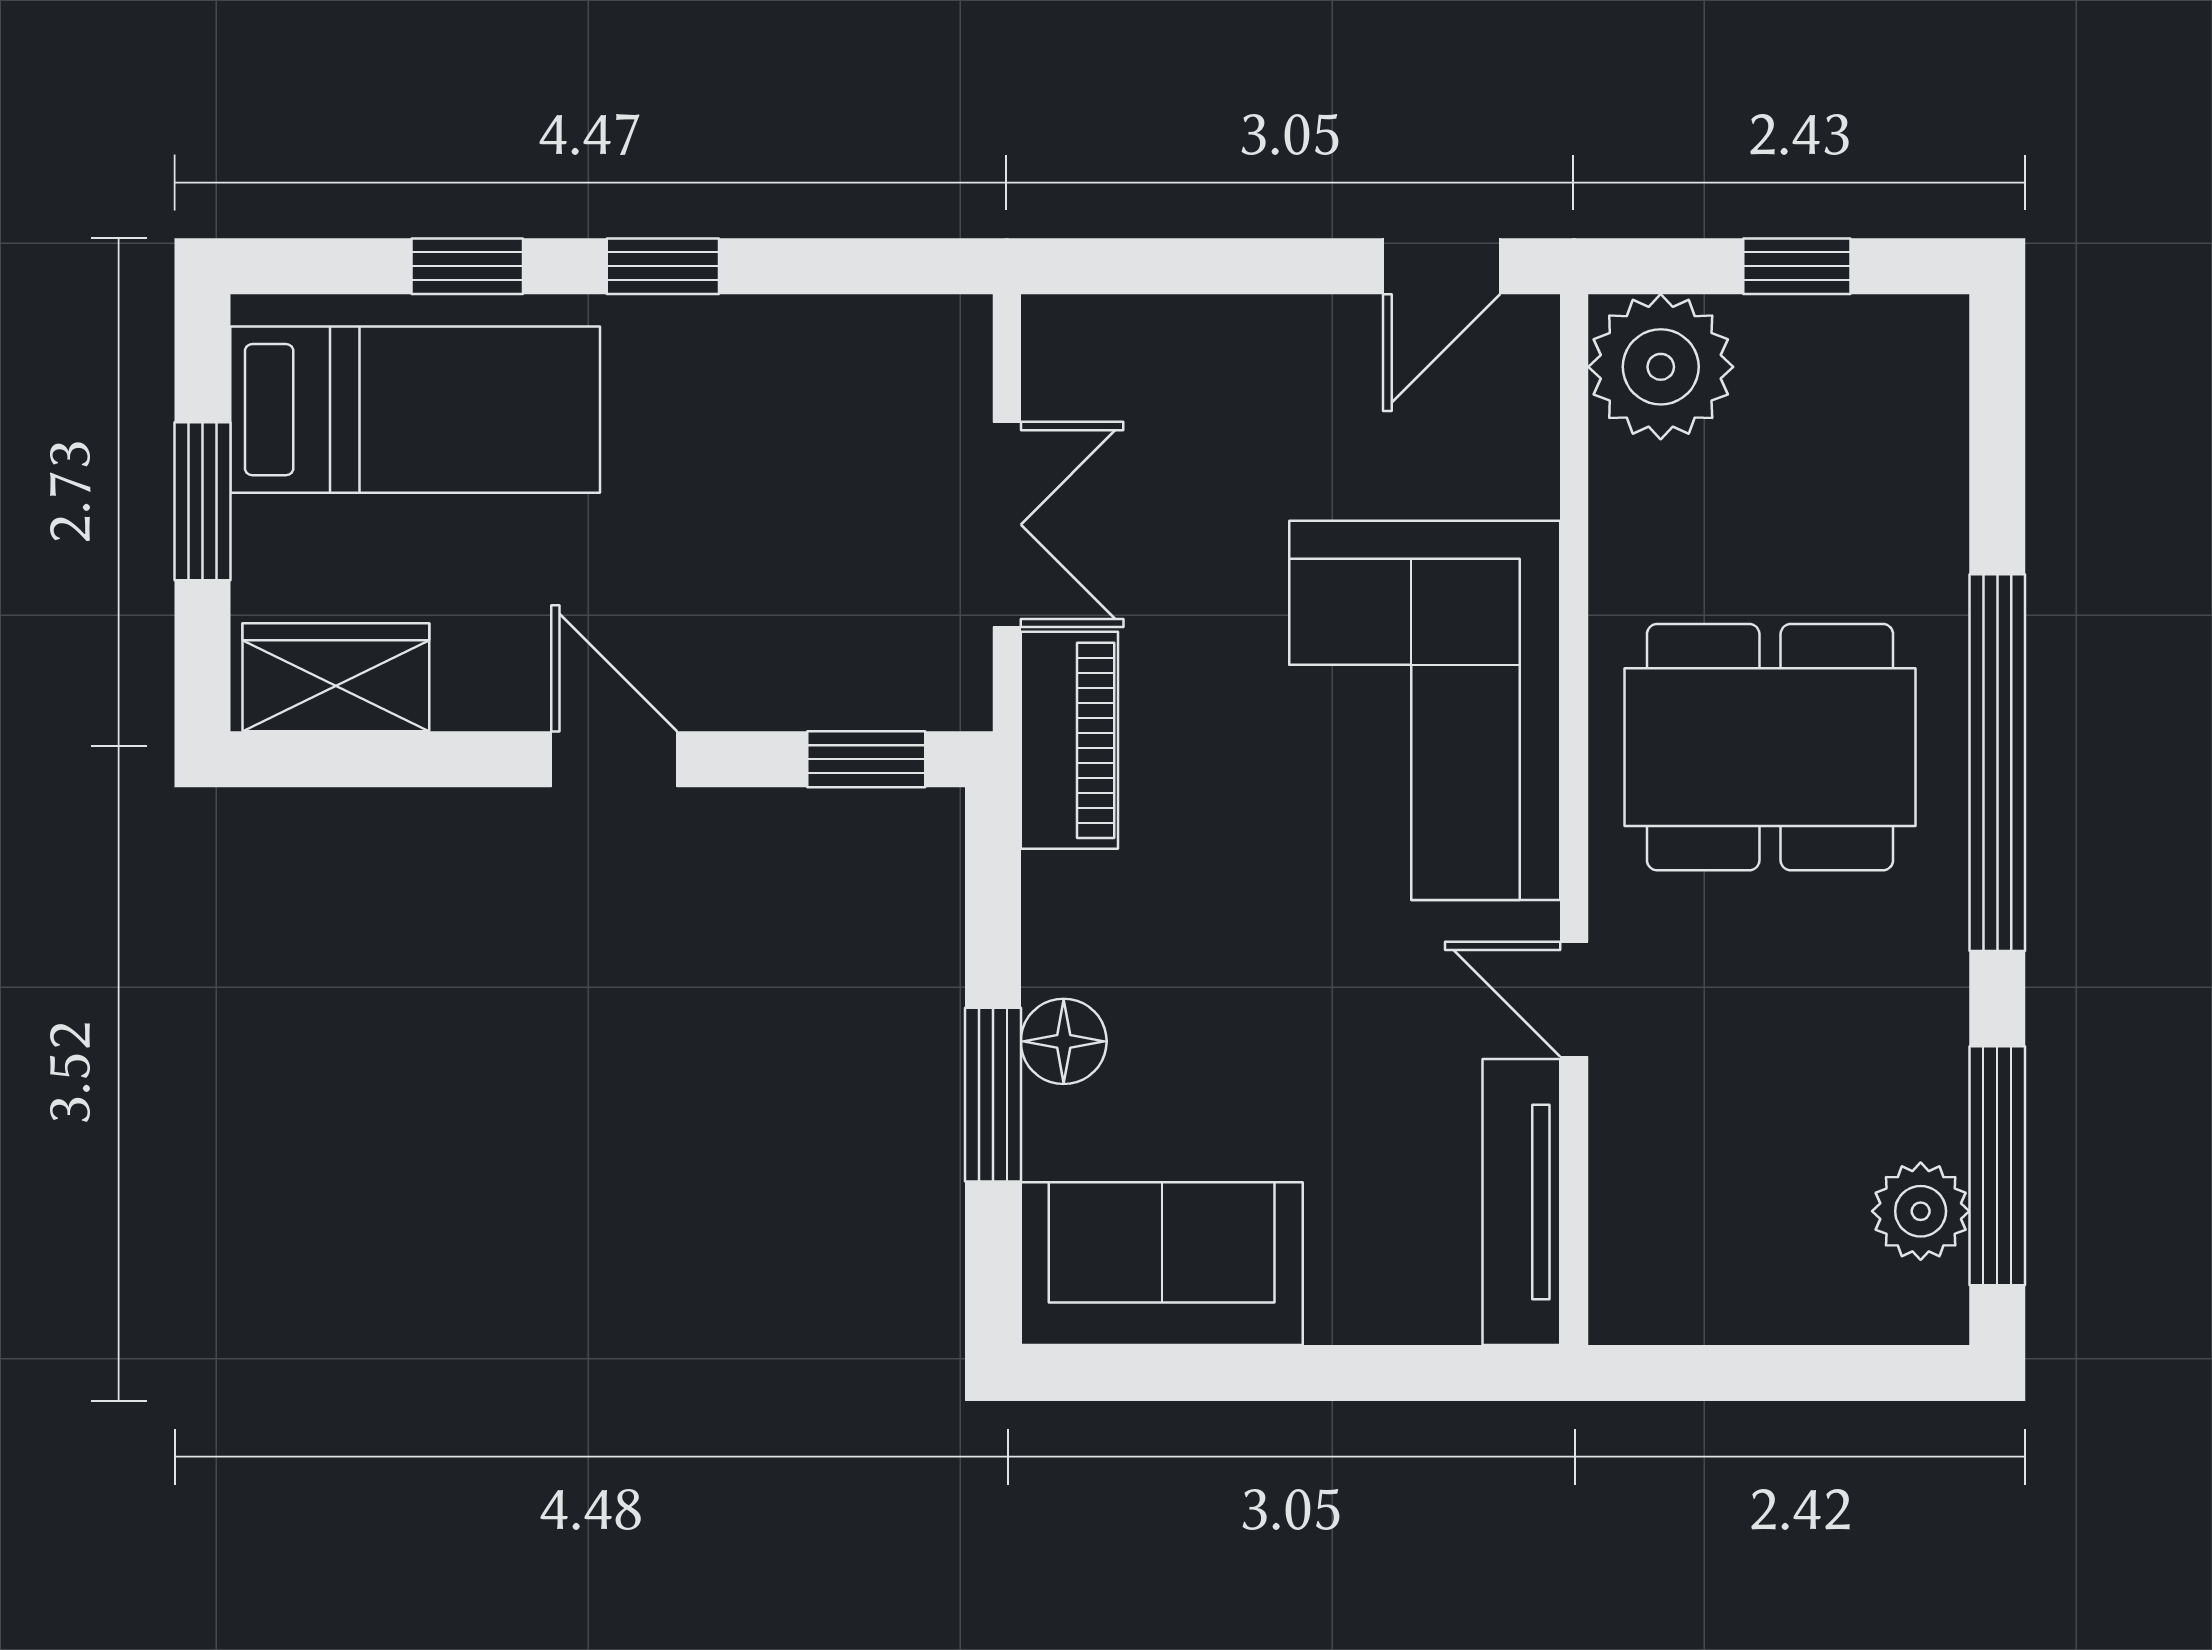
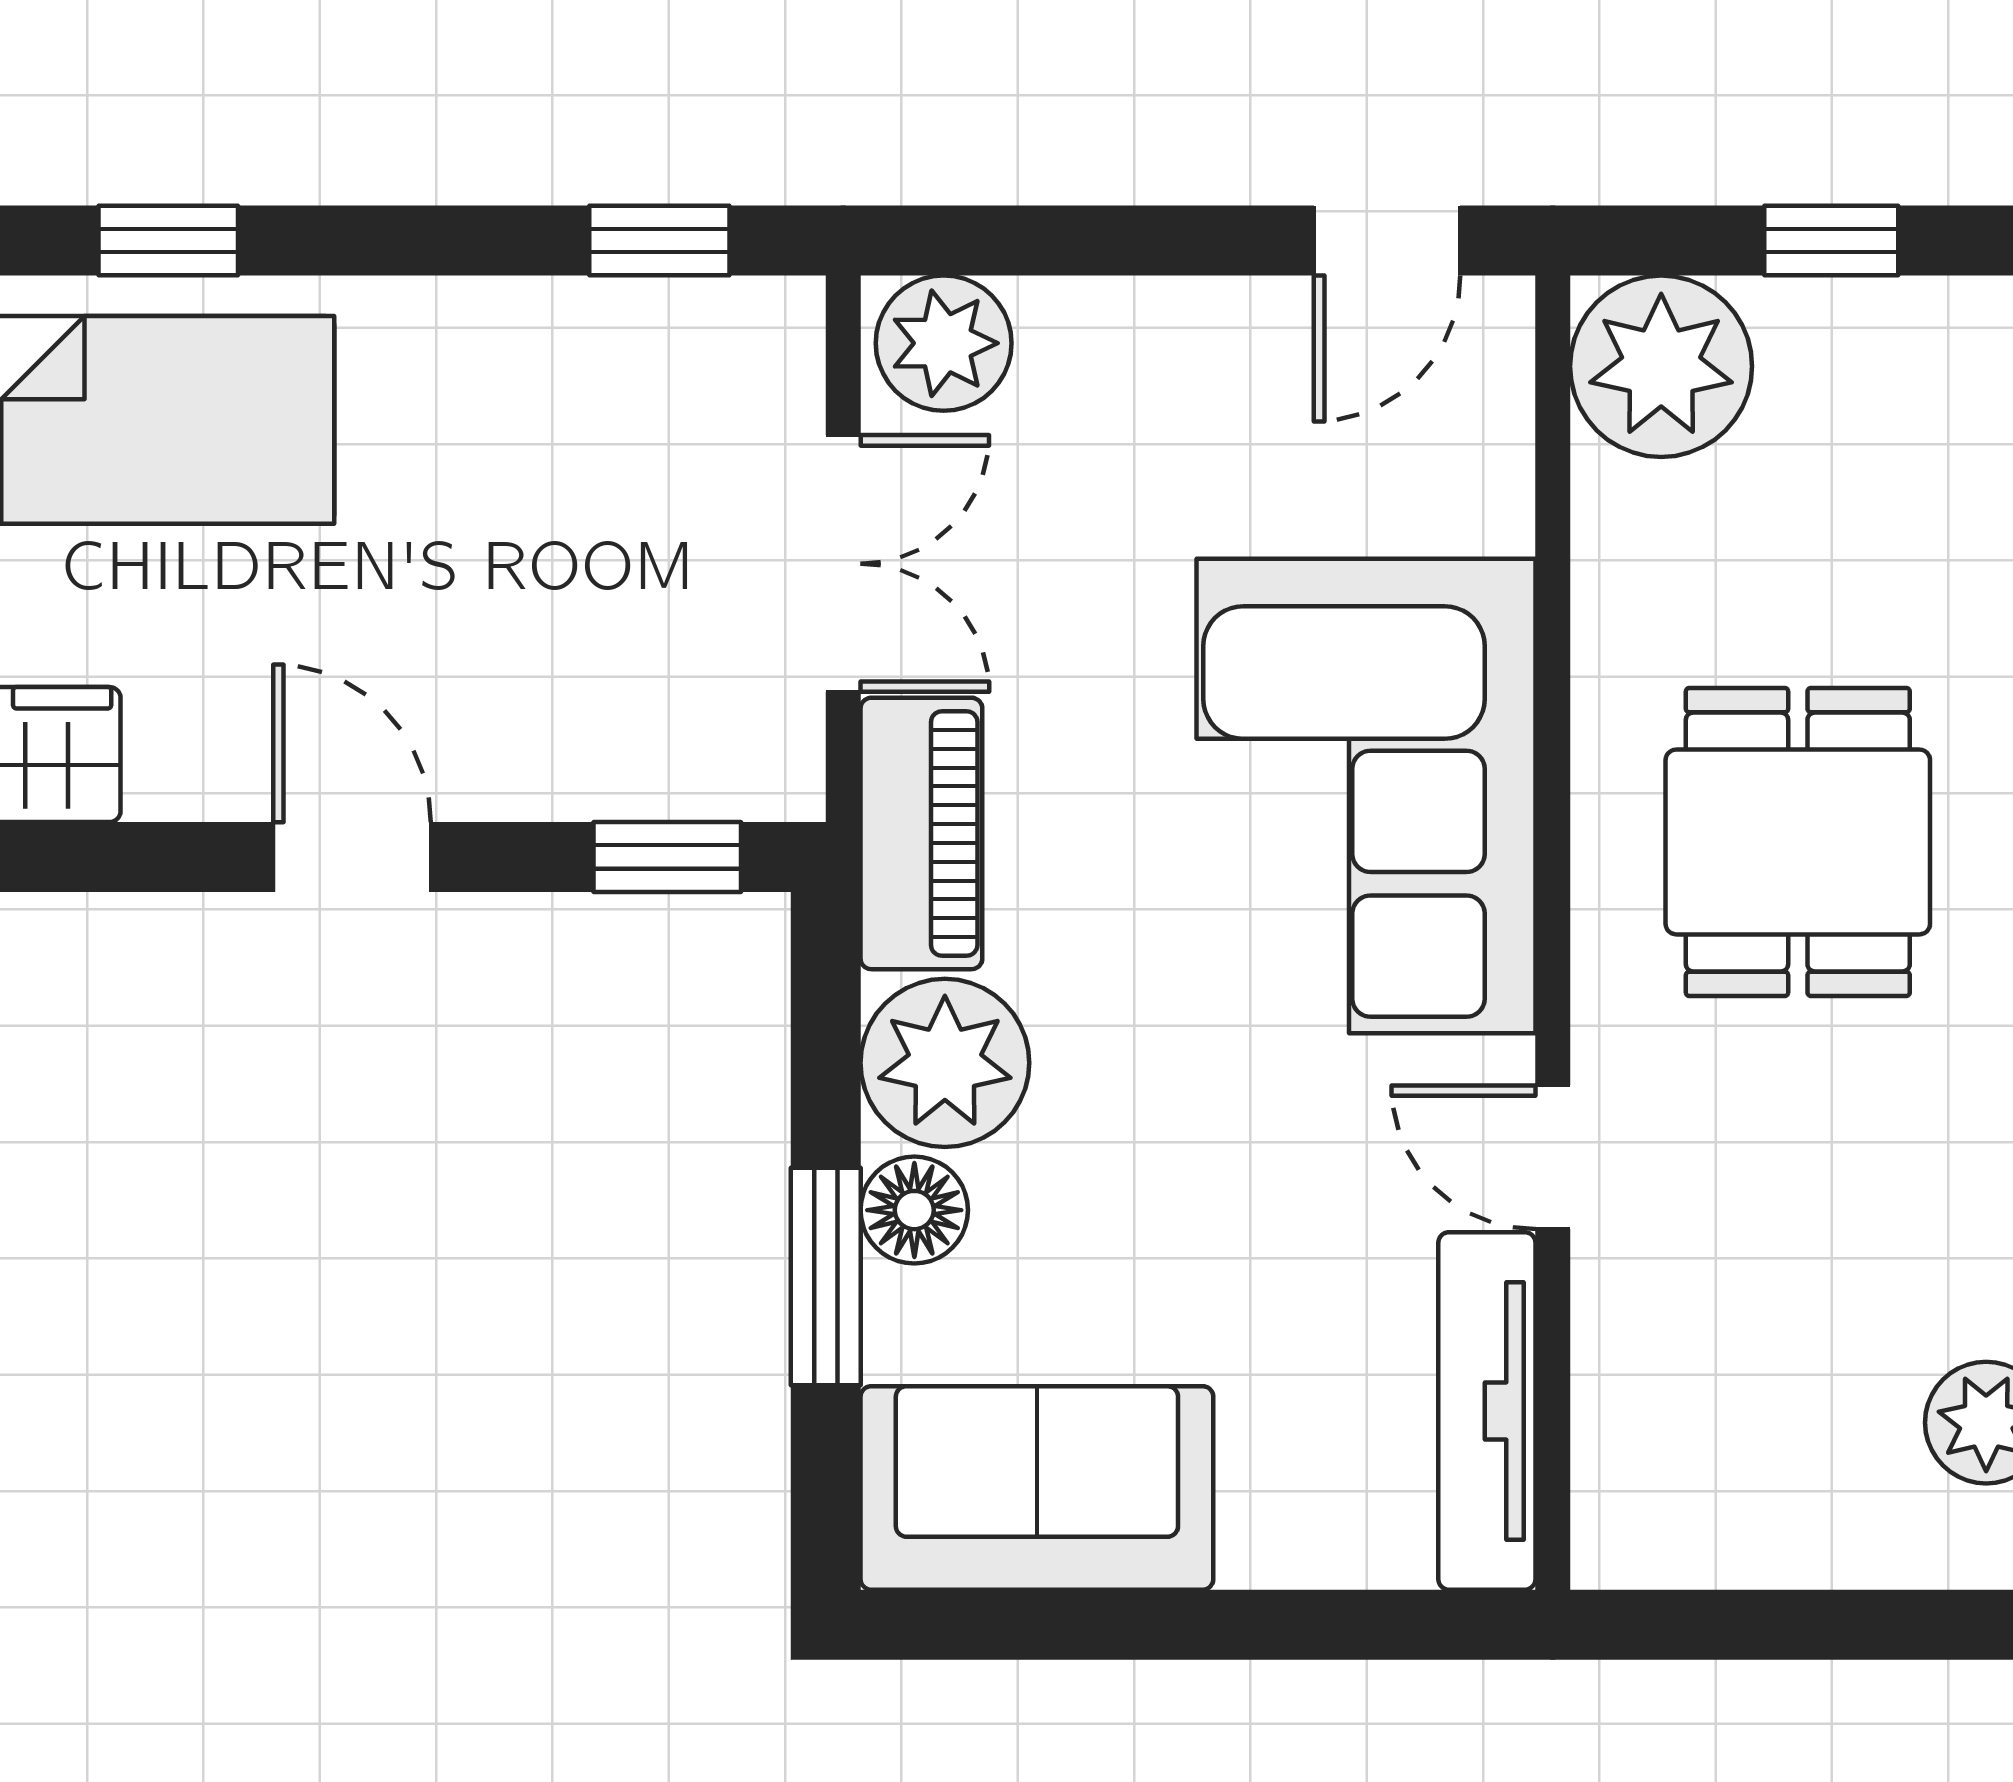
window: (663, 266) -> (659, 241), moved
plant: (1087, 348) -> (944, 343), added
dining table: (1770, 747) -> (1798, 842), width x0.73
plant: (1088, 924) -> (945, 1063), added

